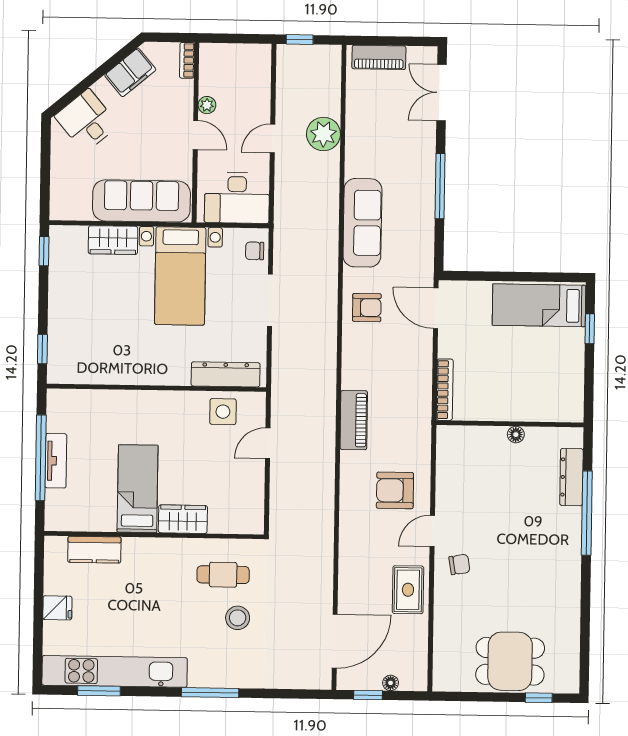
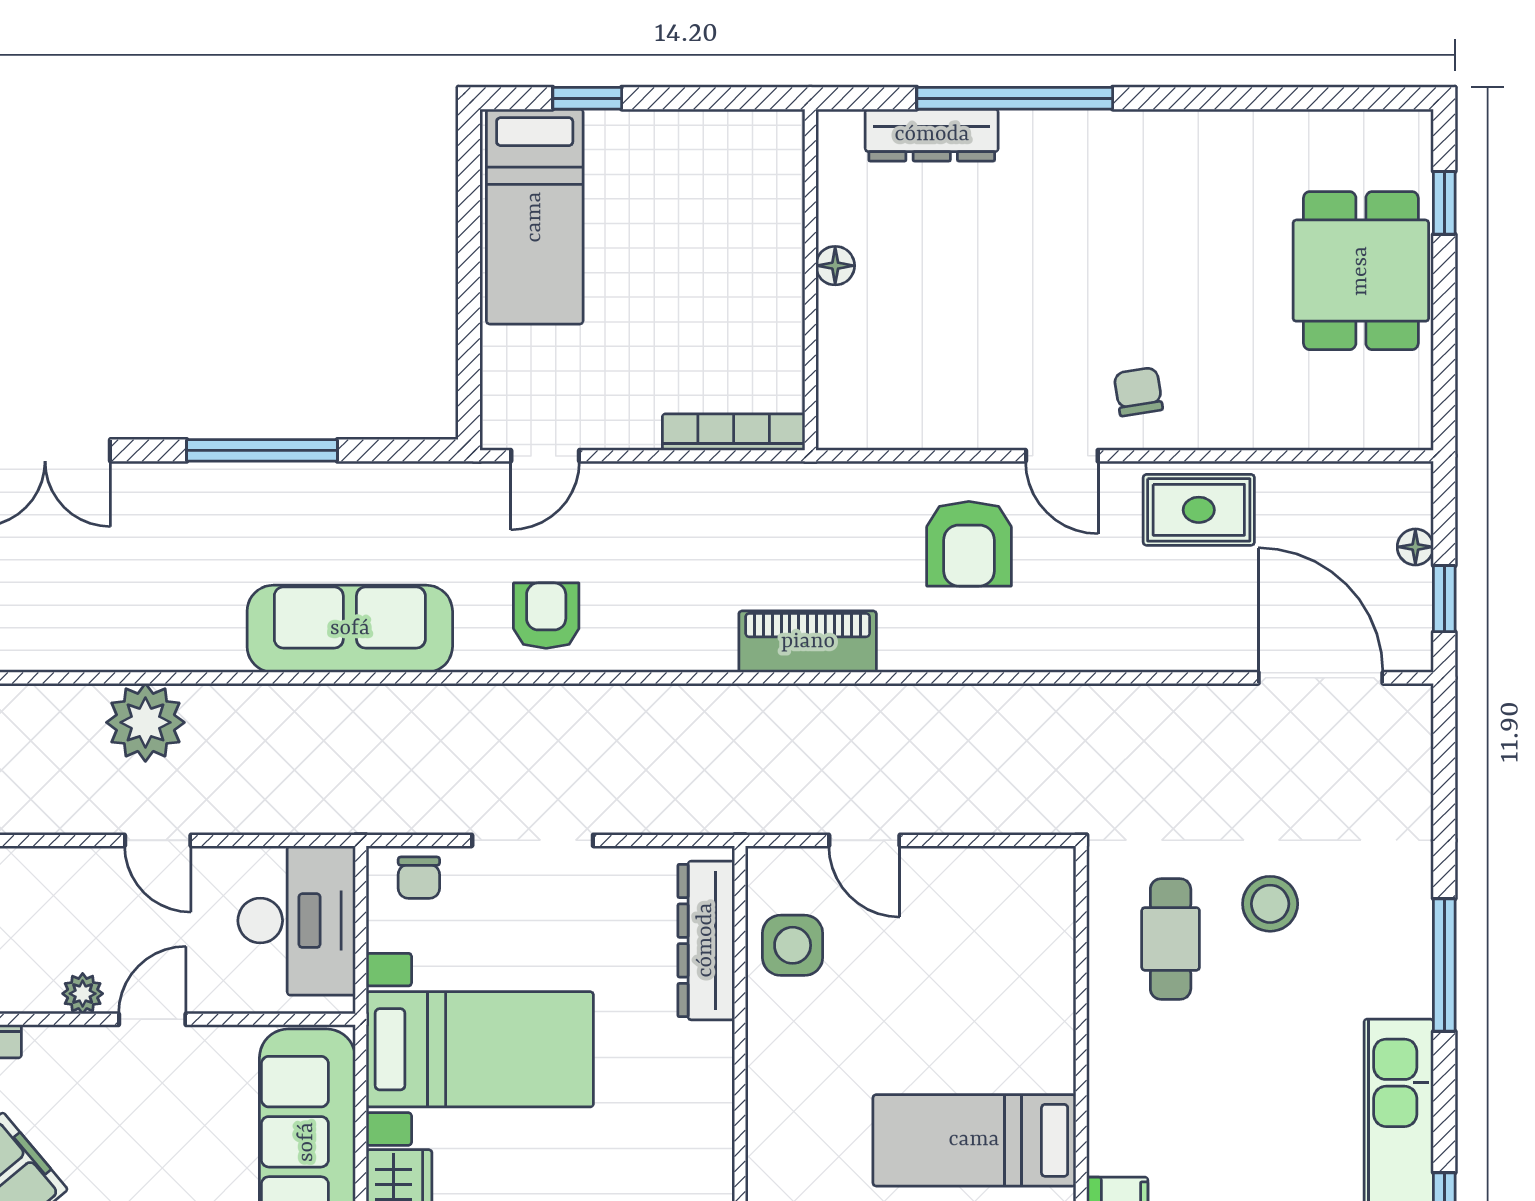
door: (436, 308) -> (545, 456), width x0.73
wardrobe: (183, 519) -> (1043, 1034), removed

